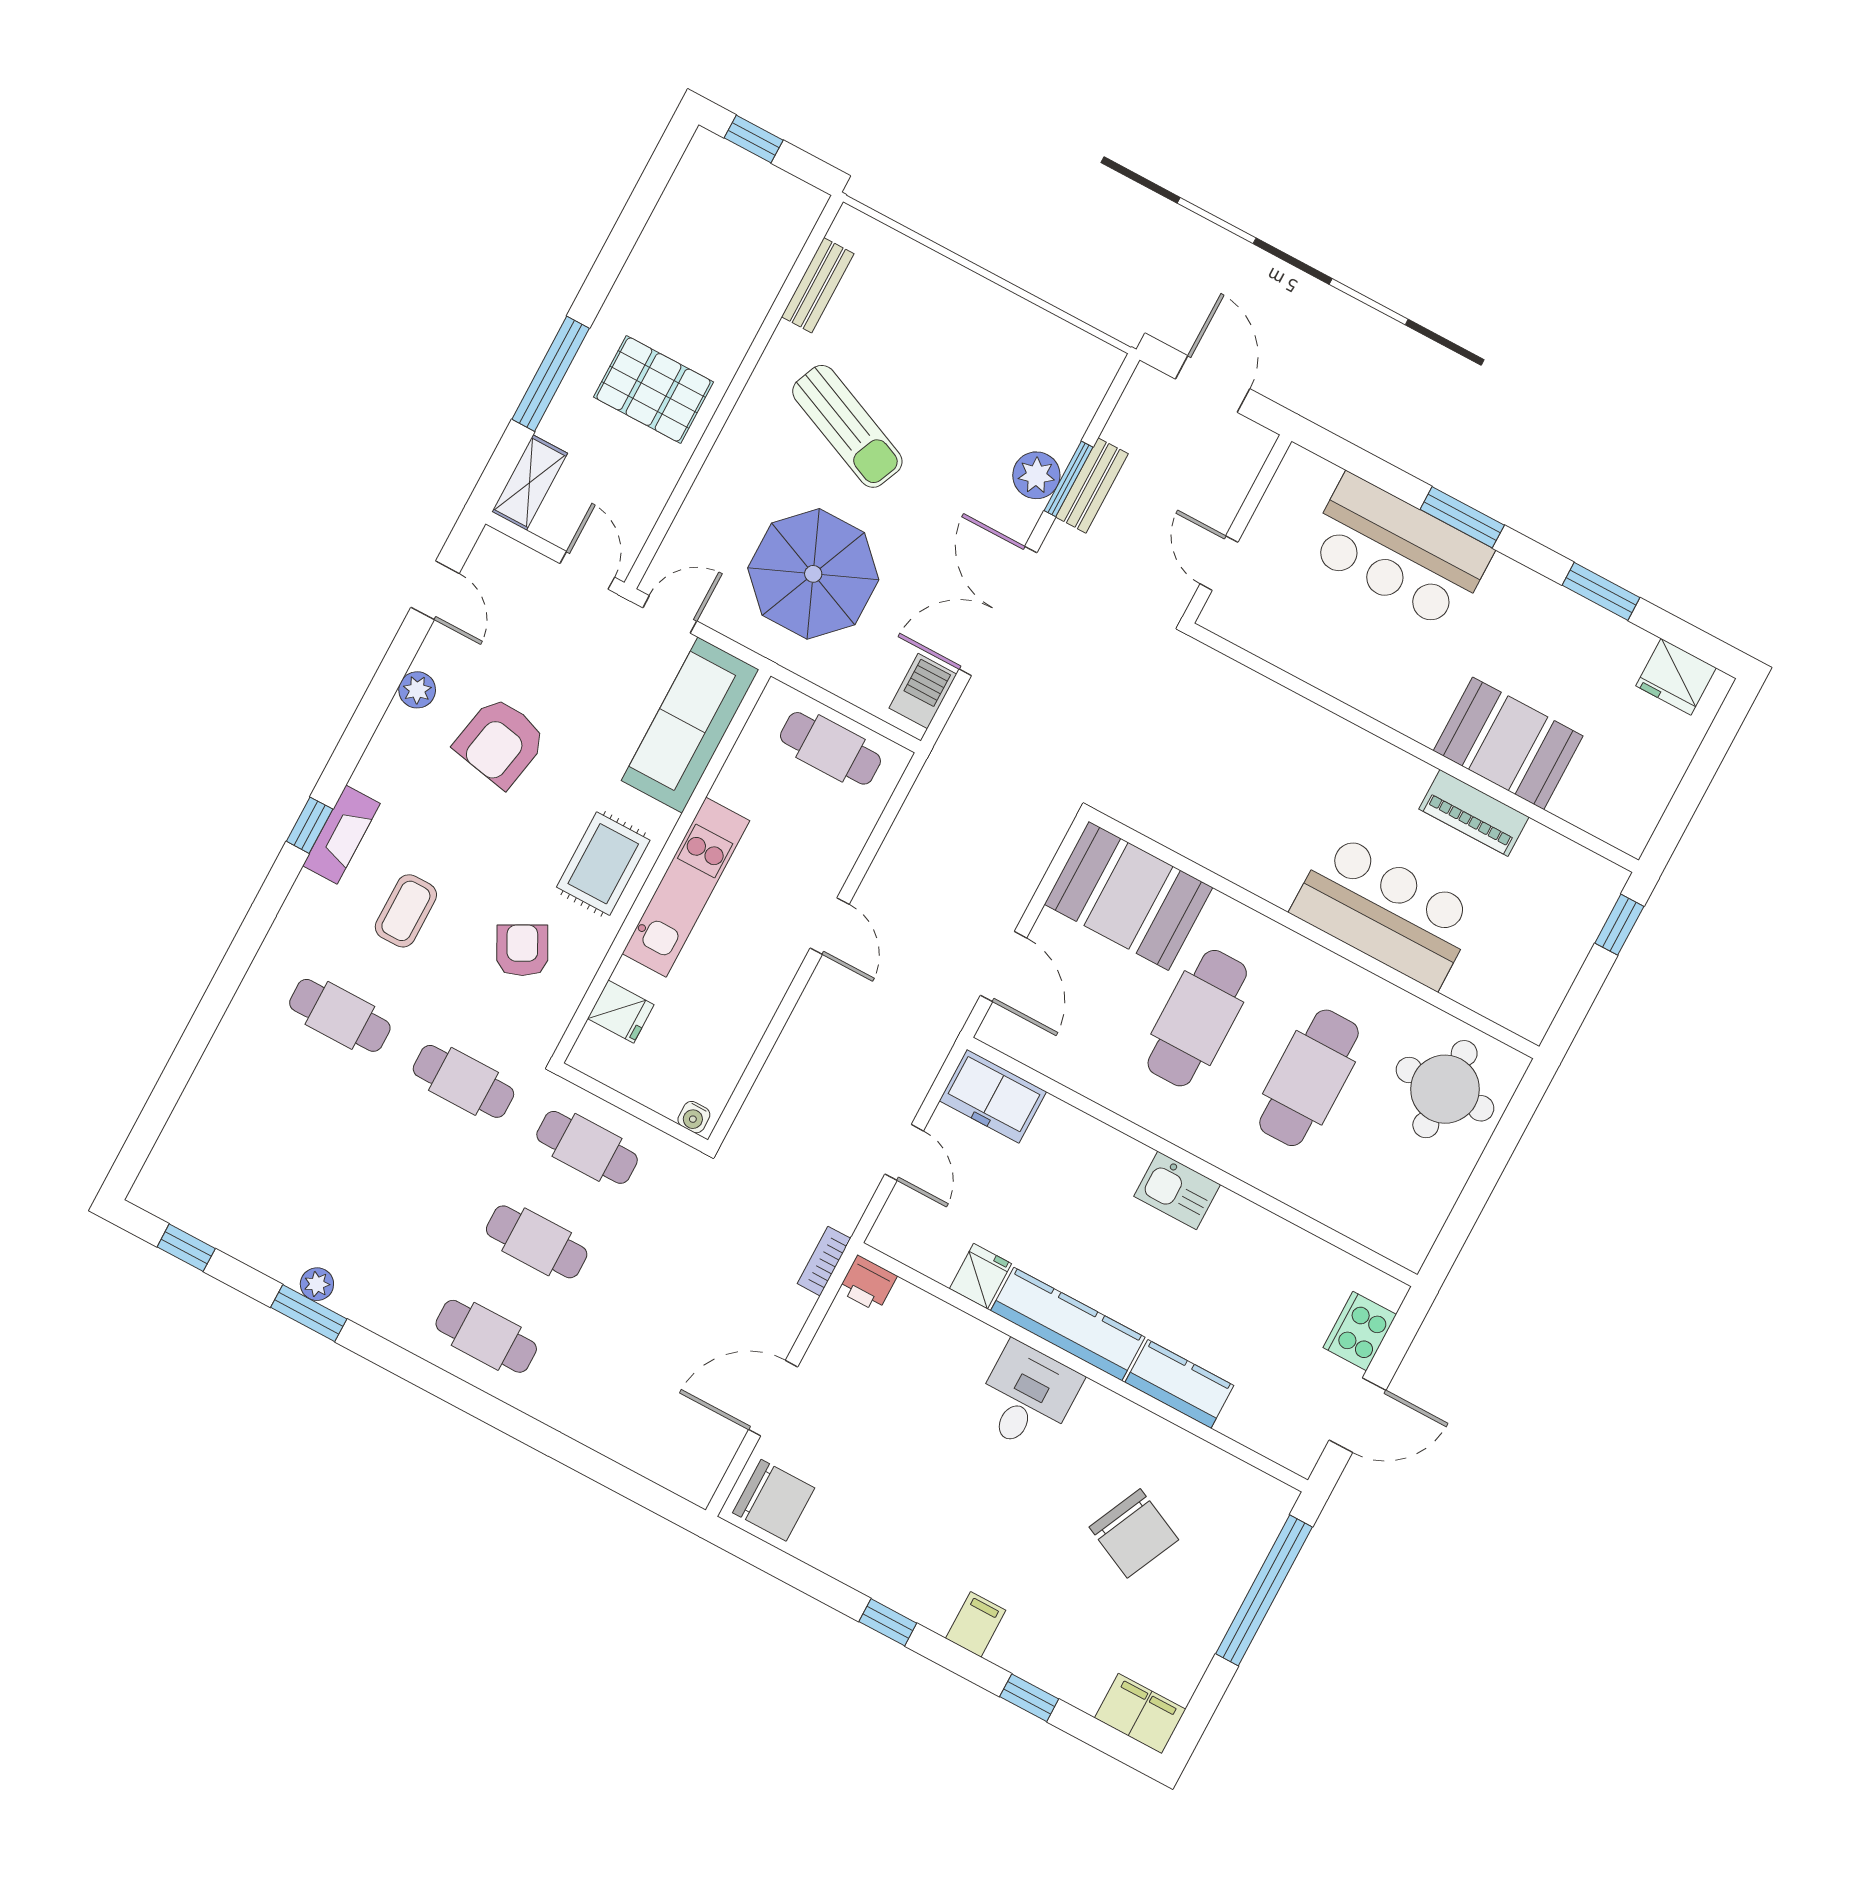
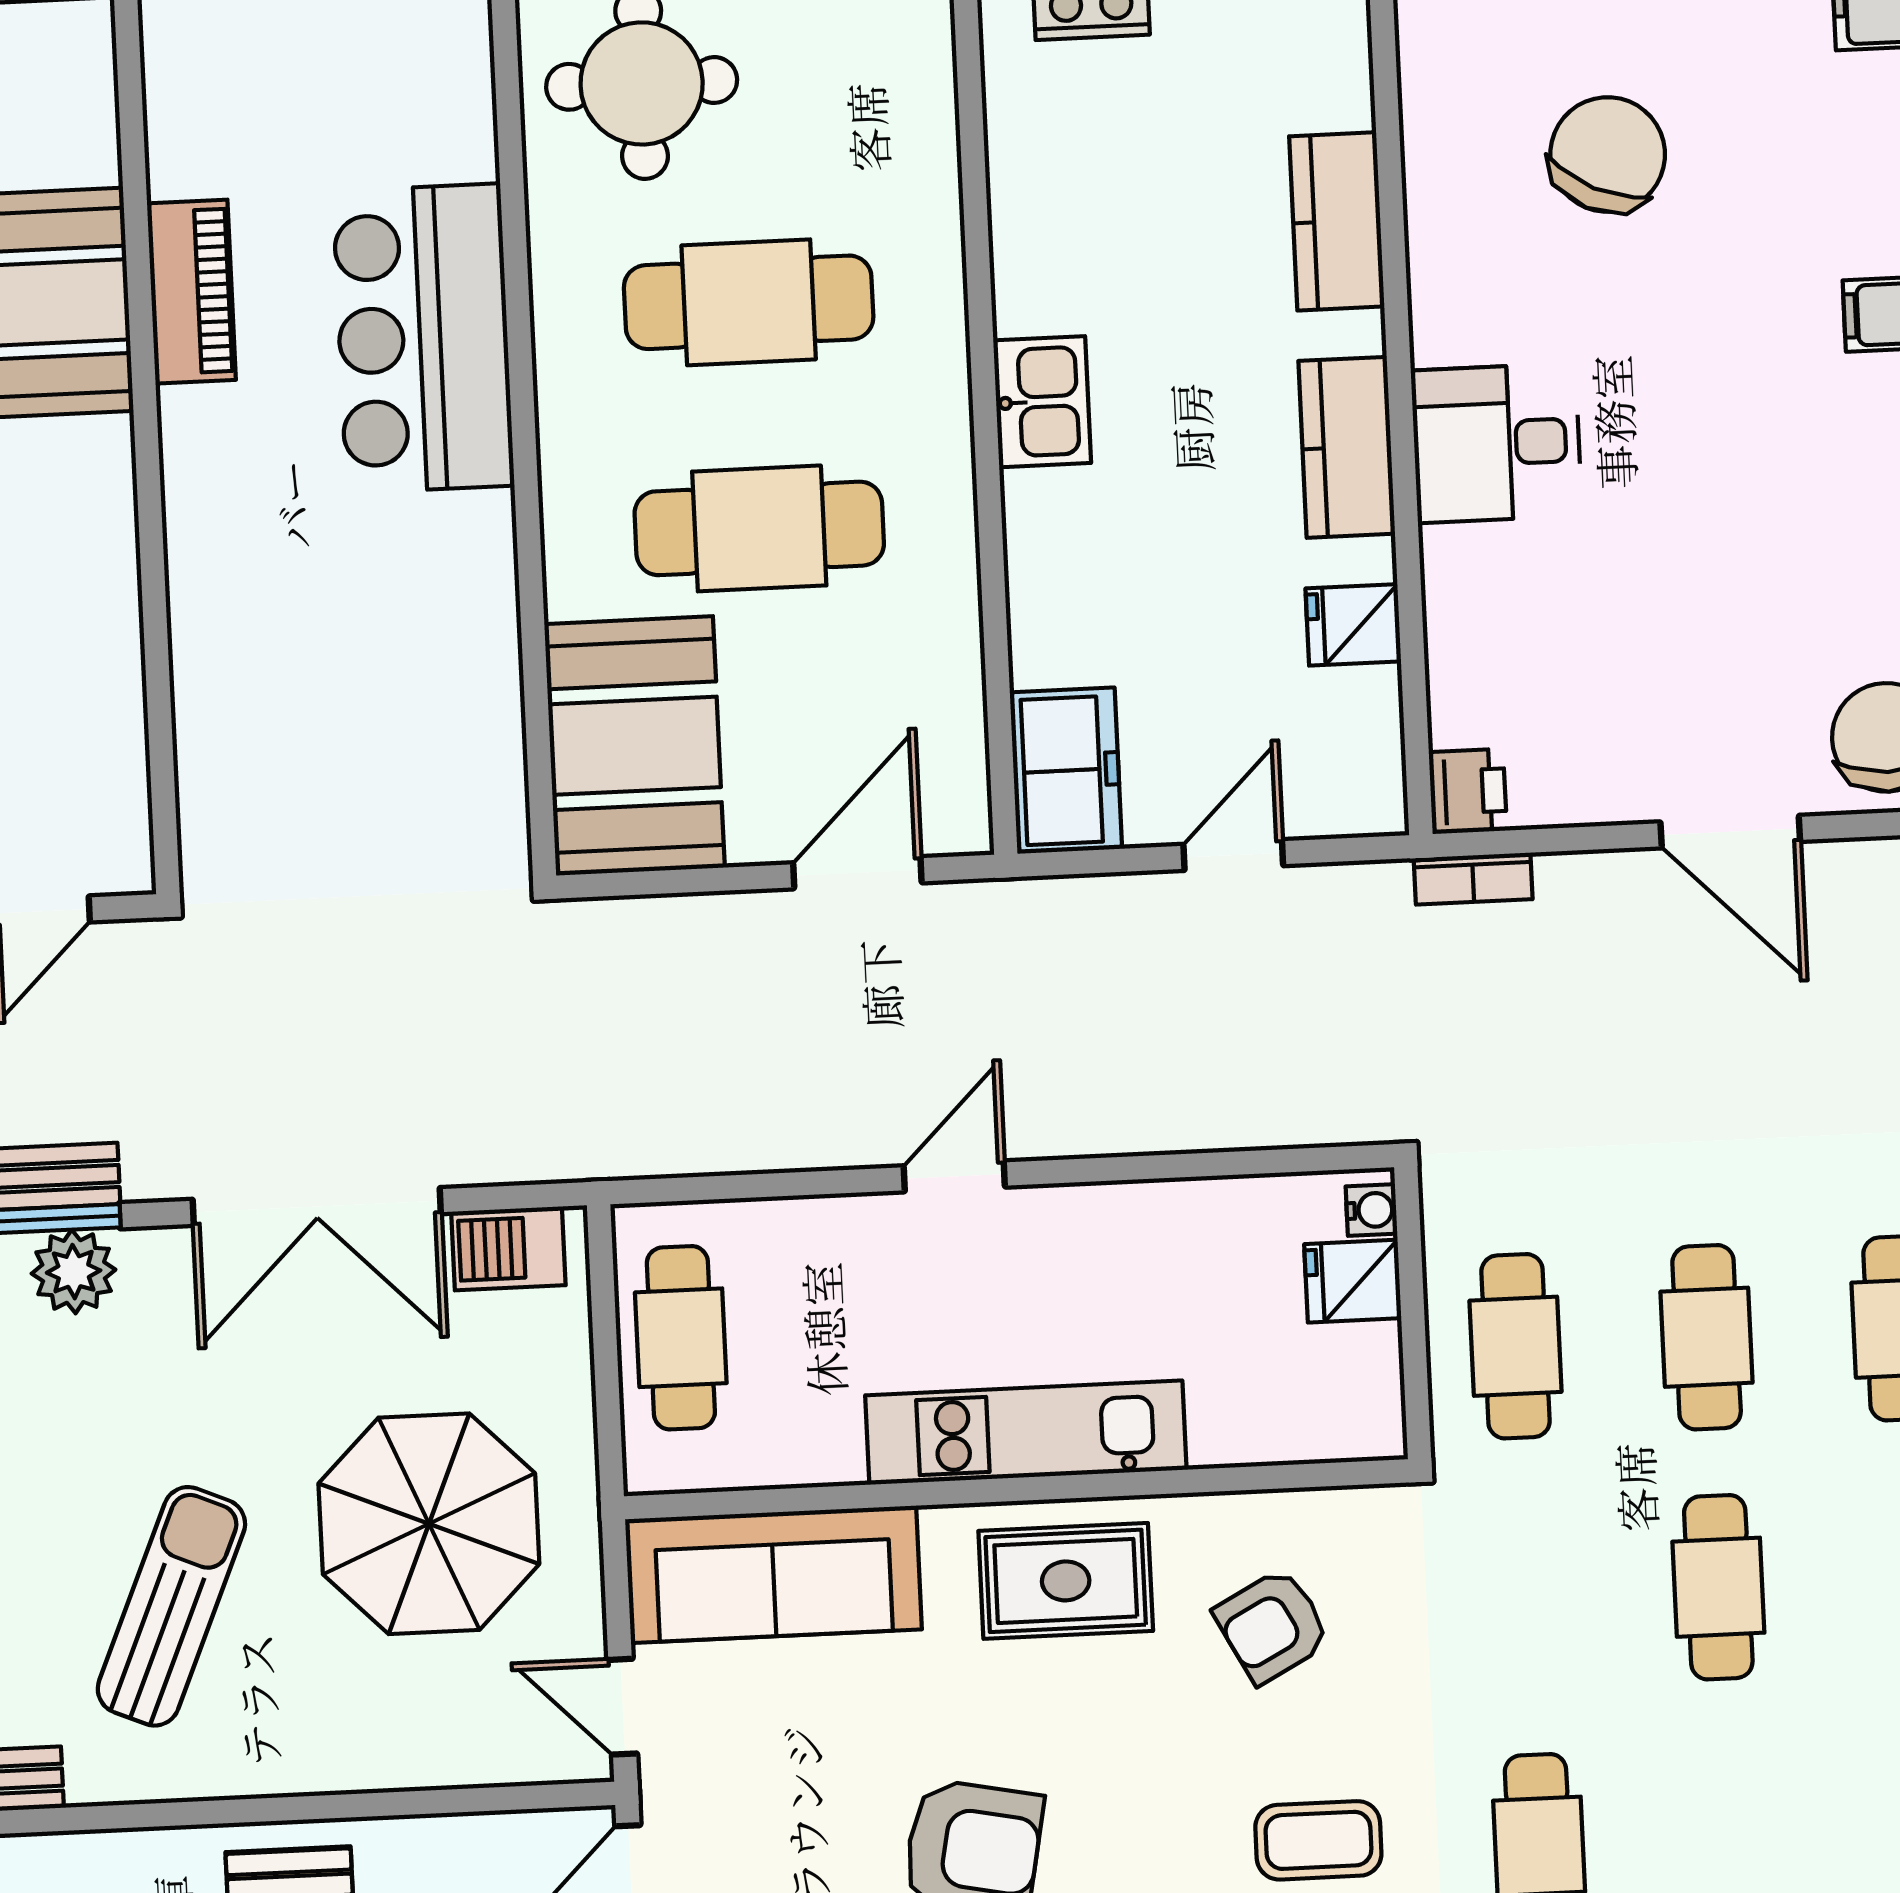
fridge: (621, 1012) -> (1353, 1281), moved, turned -90
cafe table: (463, 1081) -> (1718, 1587), moved
kitchen counter: (1068, 1324) -> (1347, 447), width x0.67

